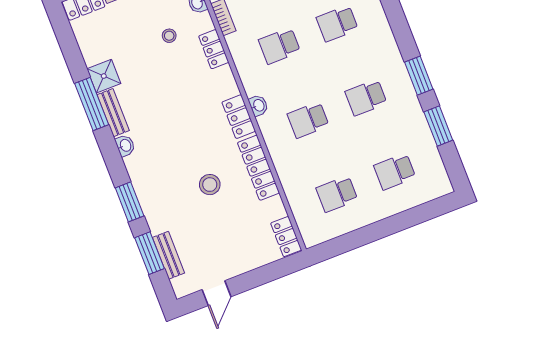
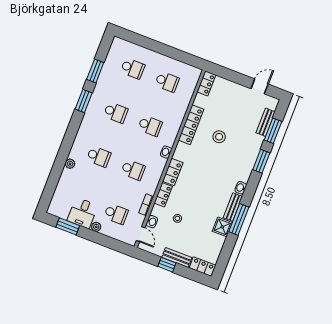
locker: (239, 117) -> (173, 172), moved

